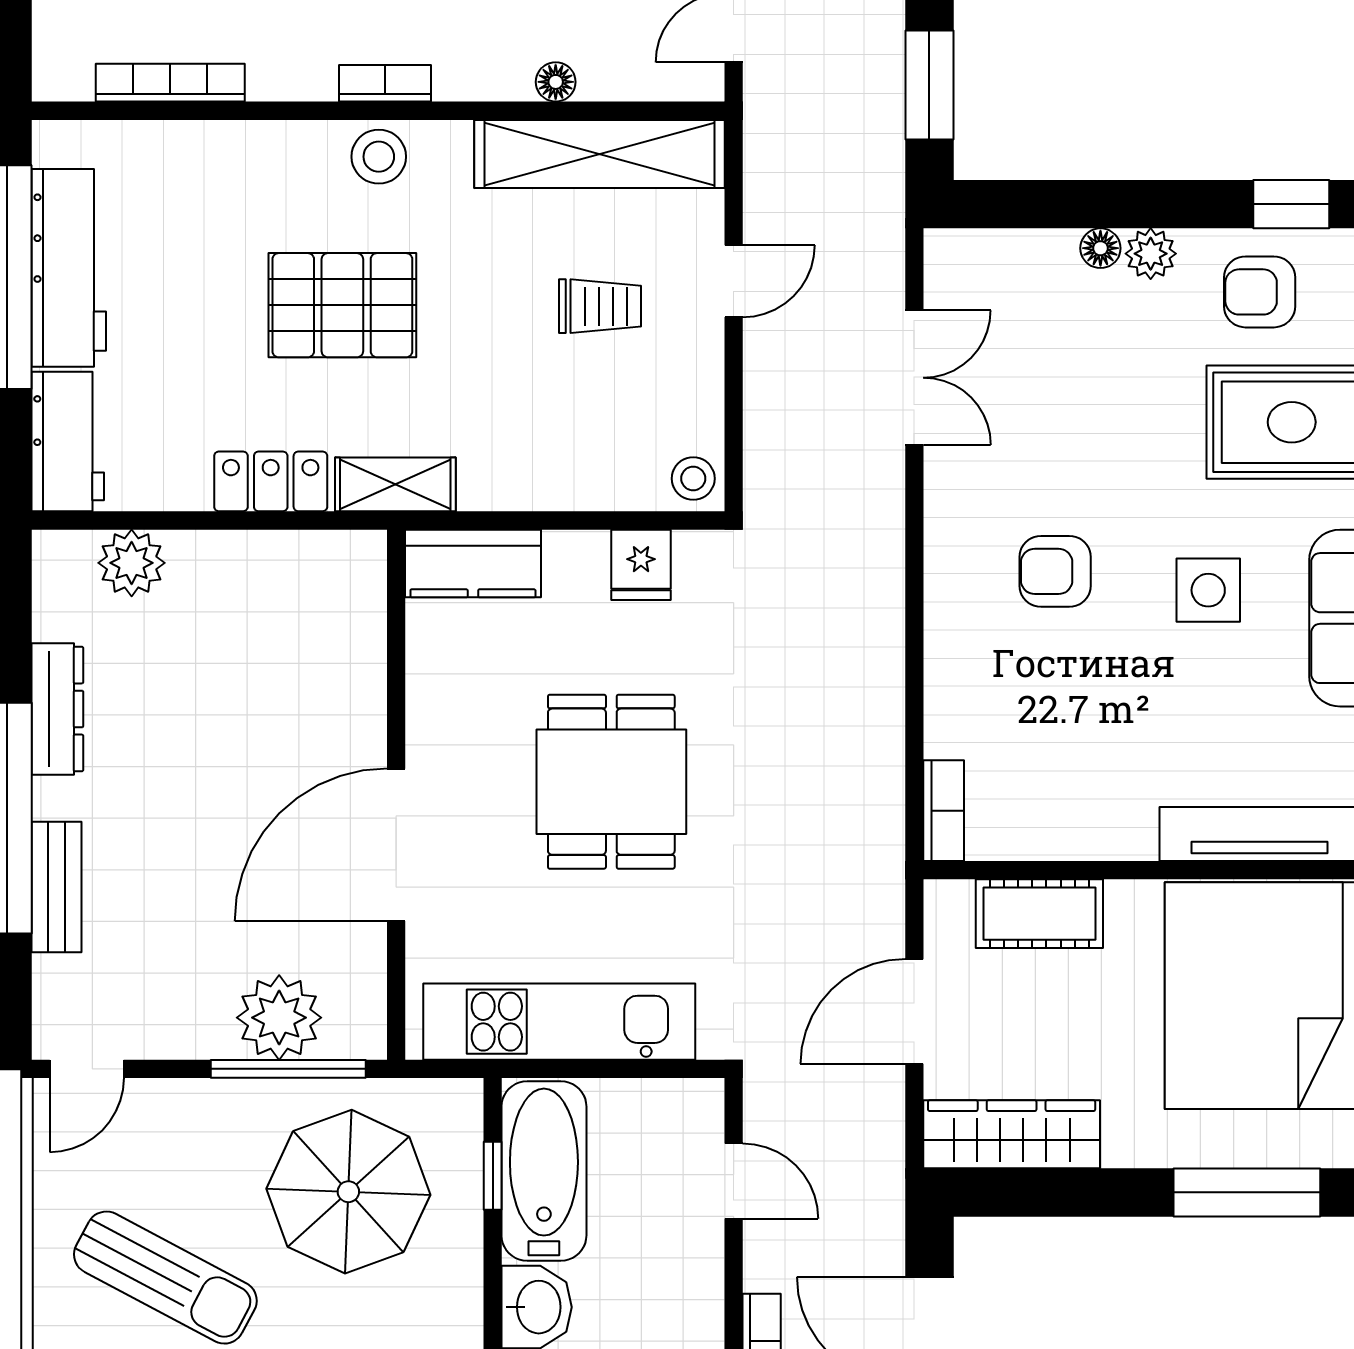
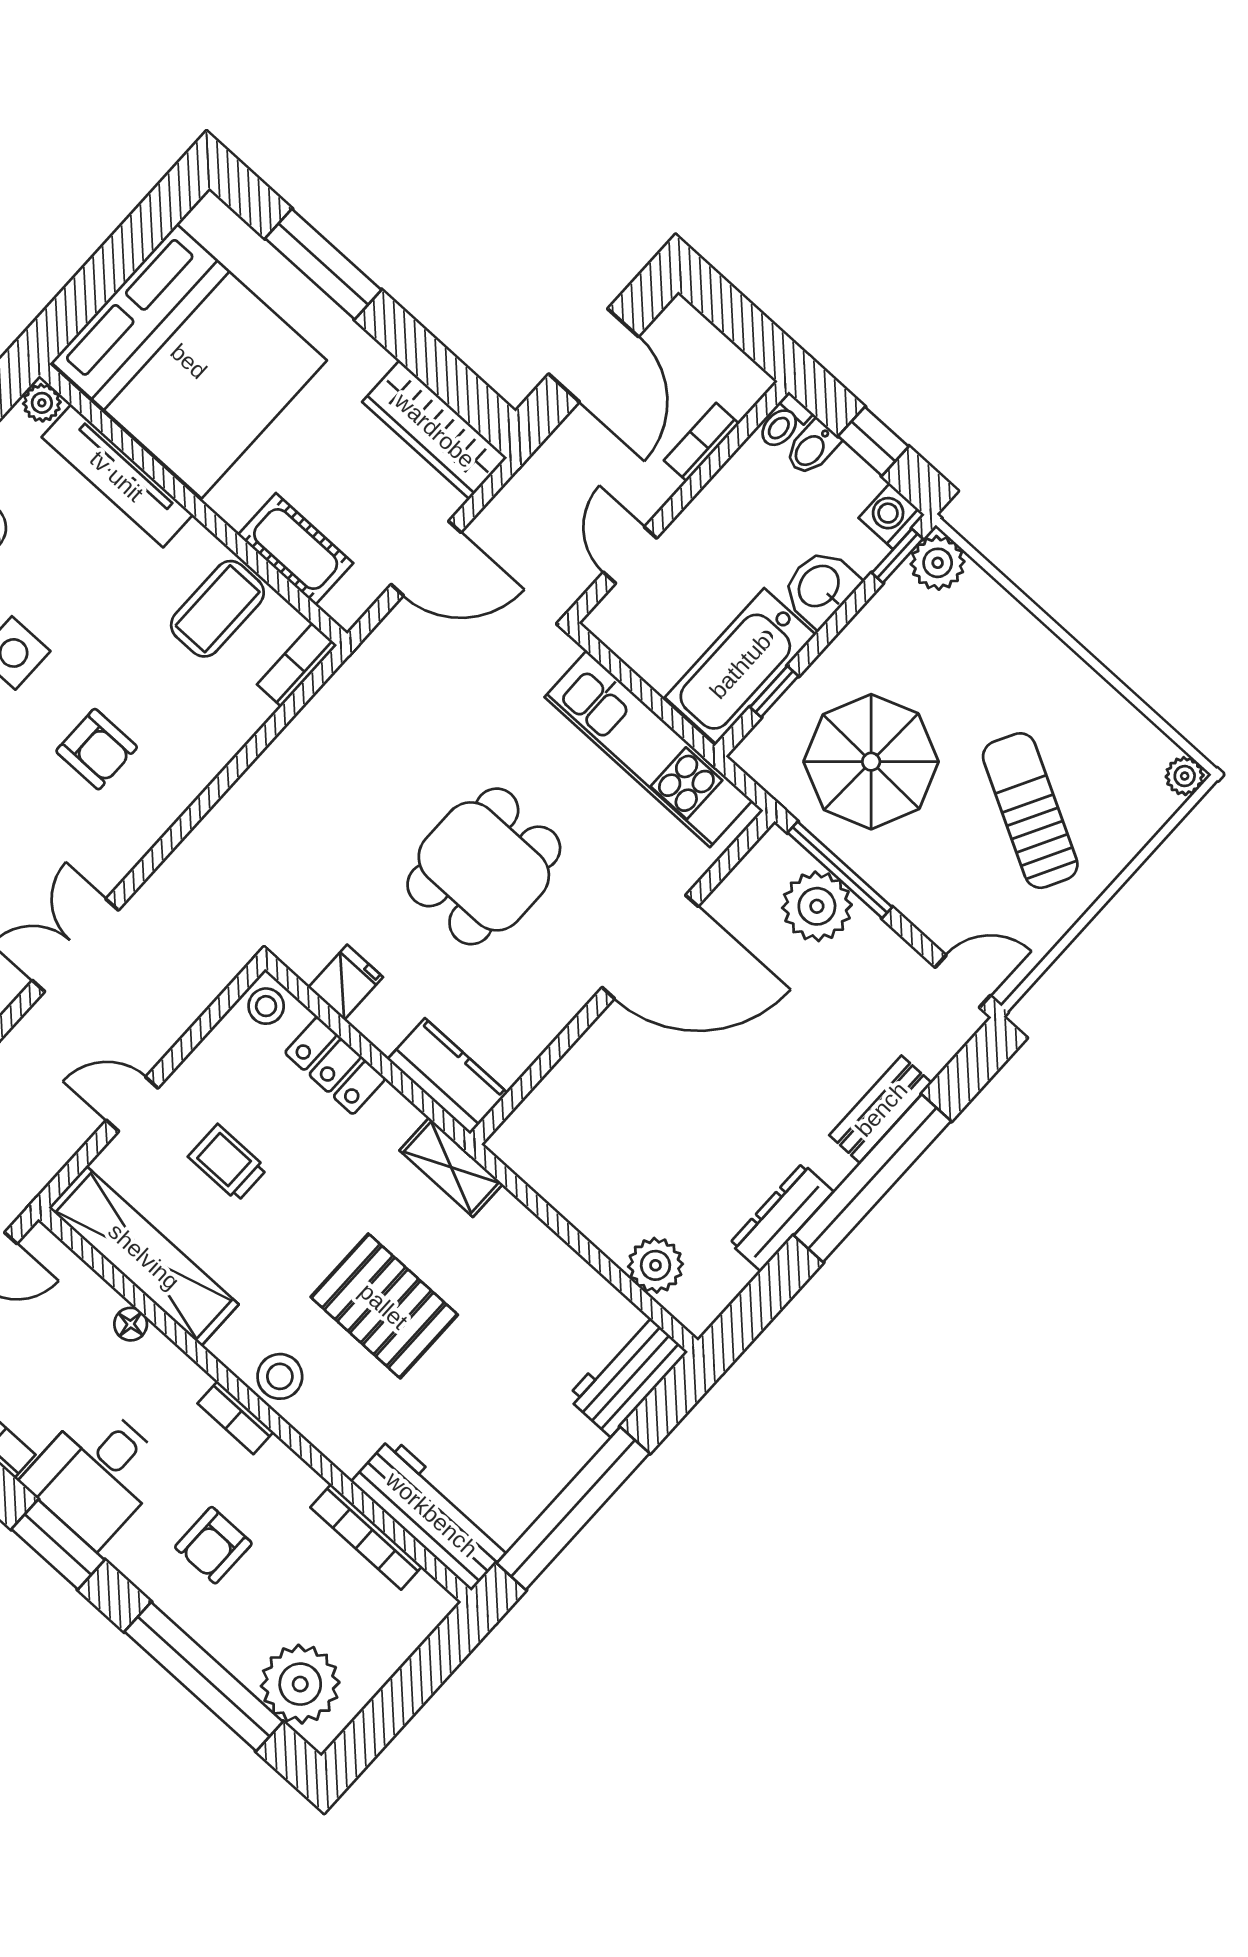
workbench: (69, 268) -> (432, 1514), moved, turned 90
locker: (271, 481) -> (335, 1066), moved
coffee table: (1061, 796) -> (217, 609), added

